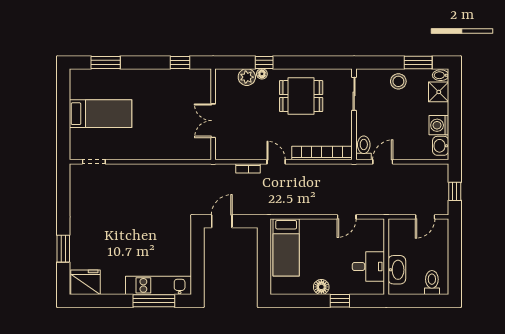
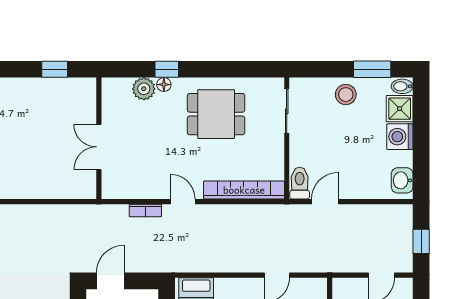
washing machine: (439, 125) -> (400, 137), moved

